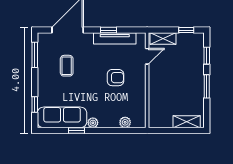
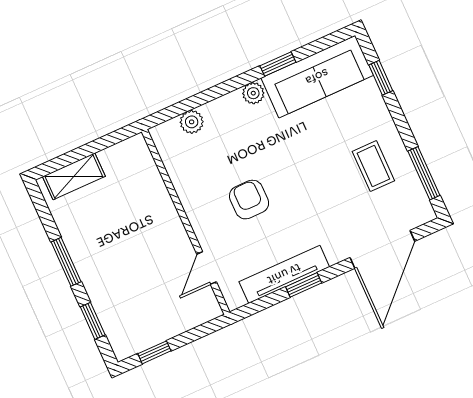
shelving: (163, 38) -> (191, 316), removed
coffee table: (67, 66) -> (373, 166), moved
armchair: (115, 78) -> (249, 200), turned 90

